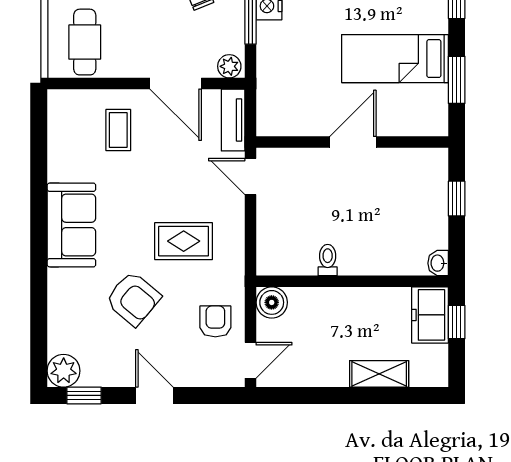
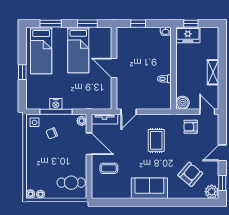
door: (176, 84) -> (89, 144), hinge flipped
armchair: (133, 299) -> (190, 174), moved
shelving: (379, 374) -> (213, 72), moved

